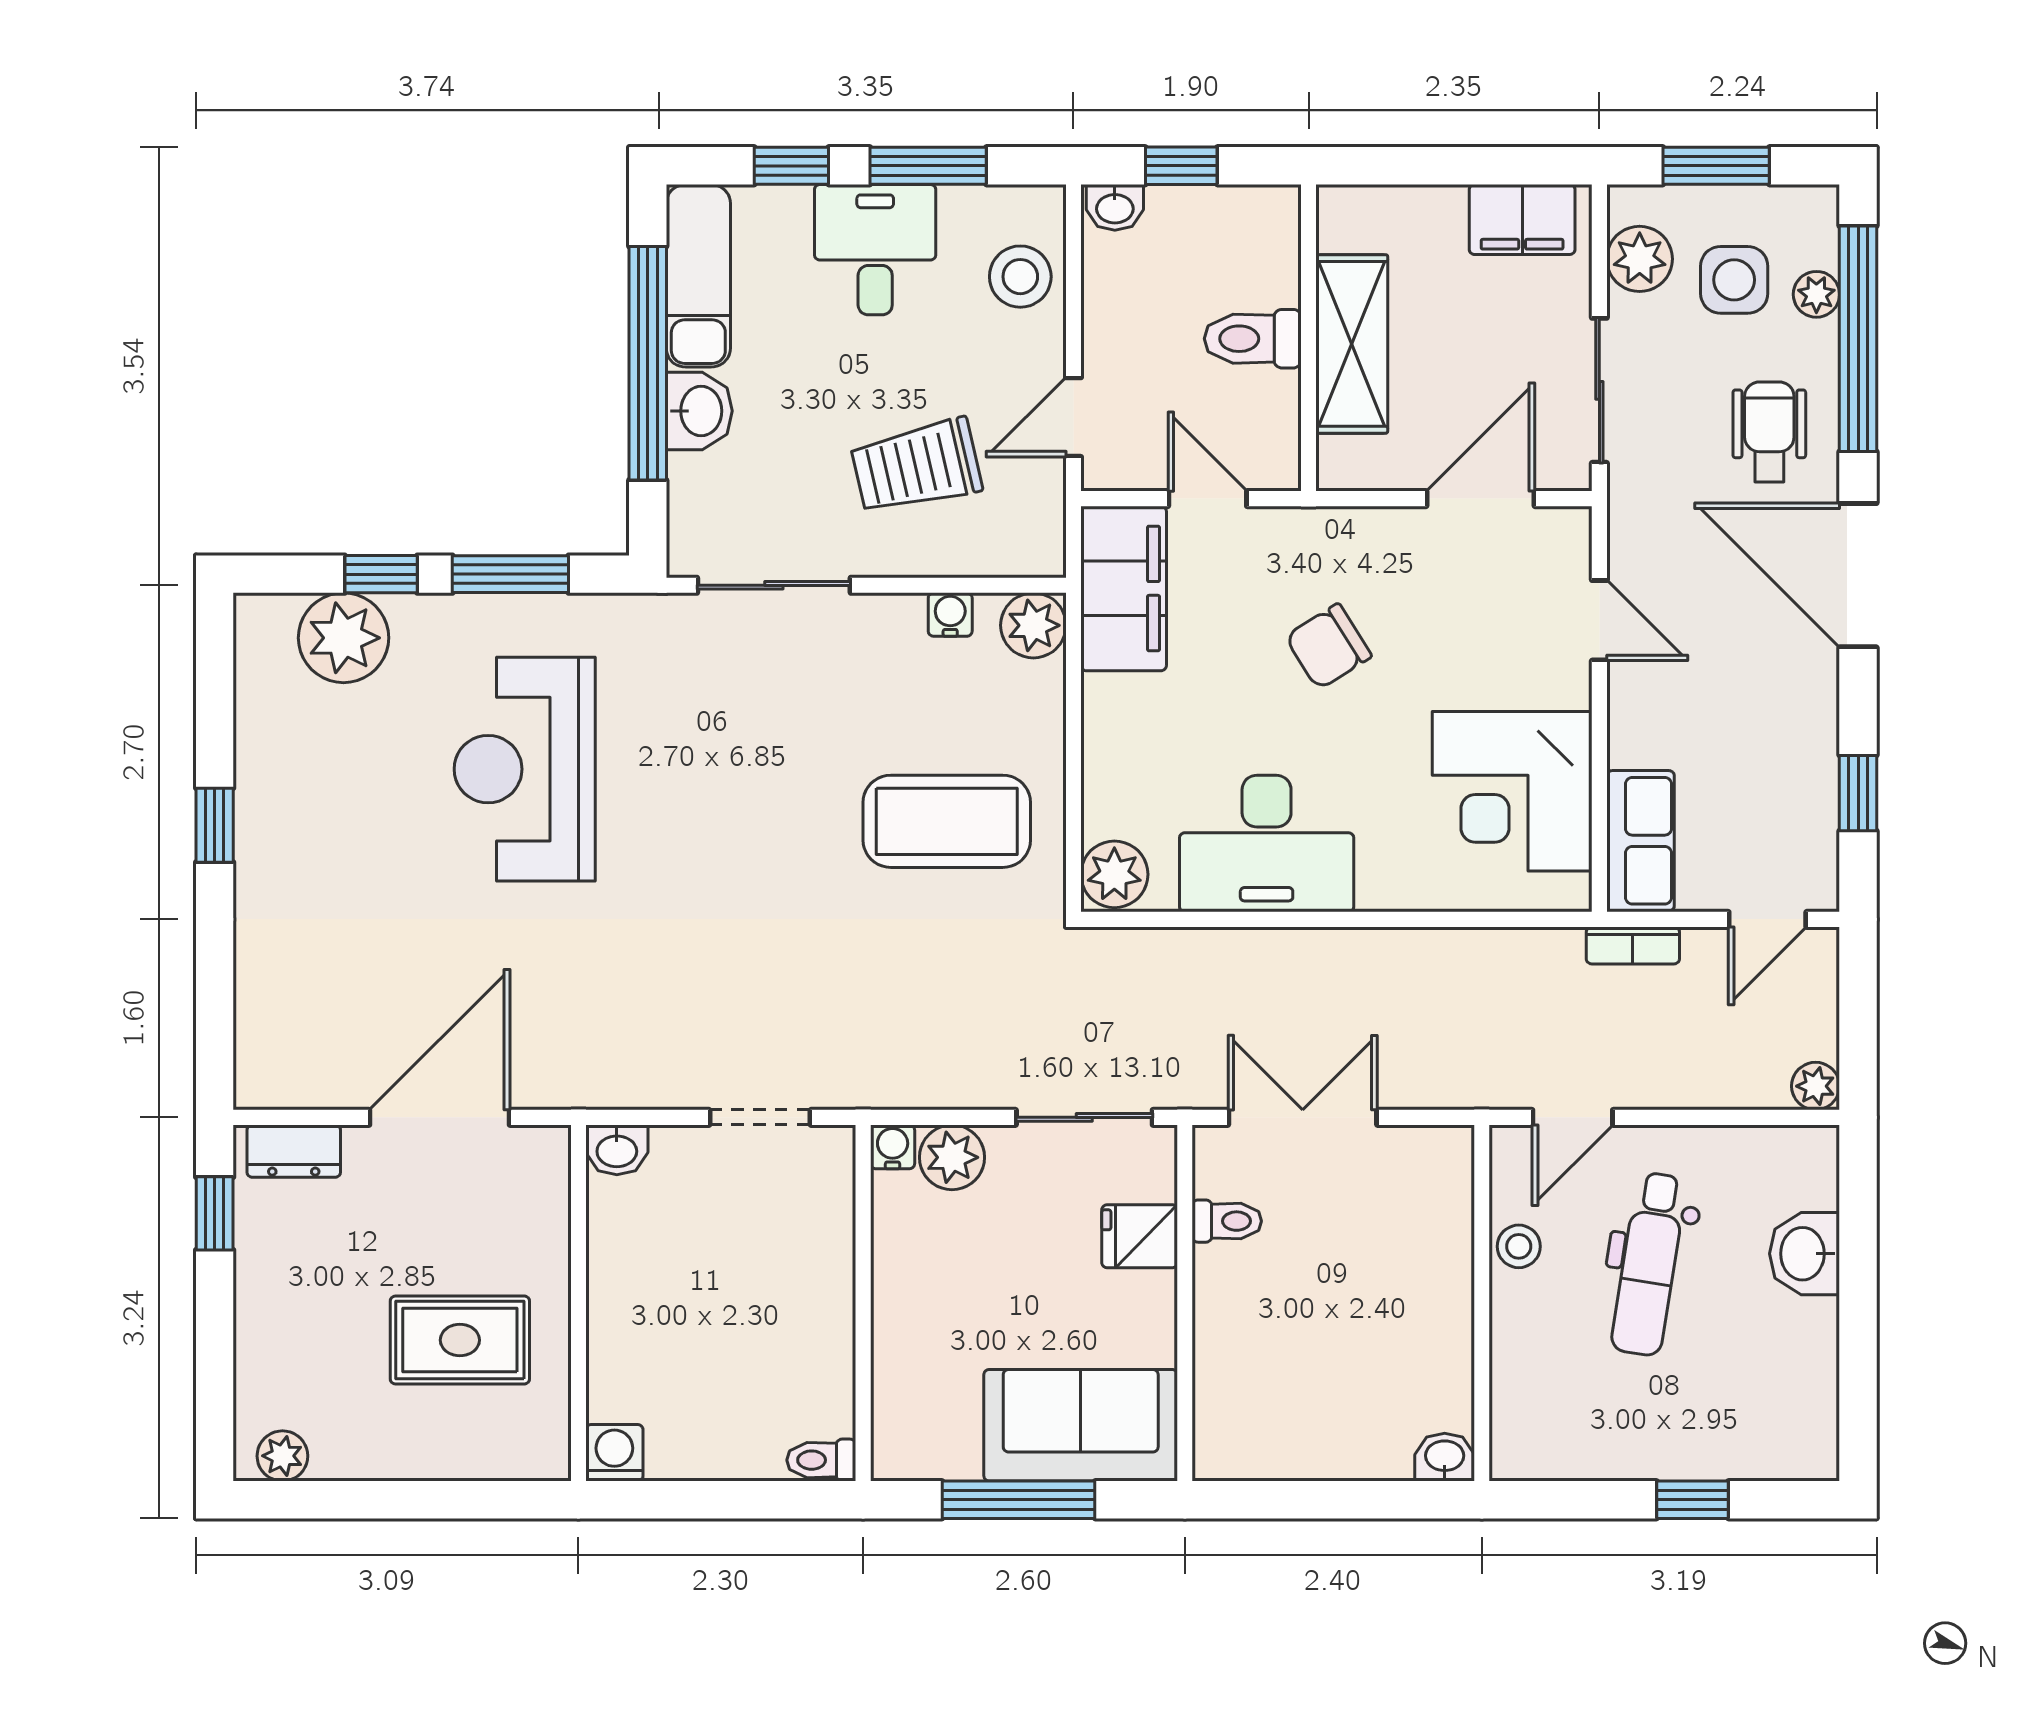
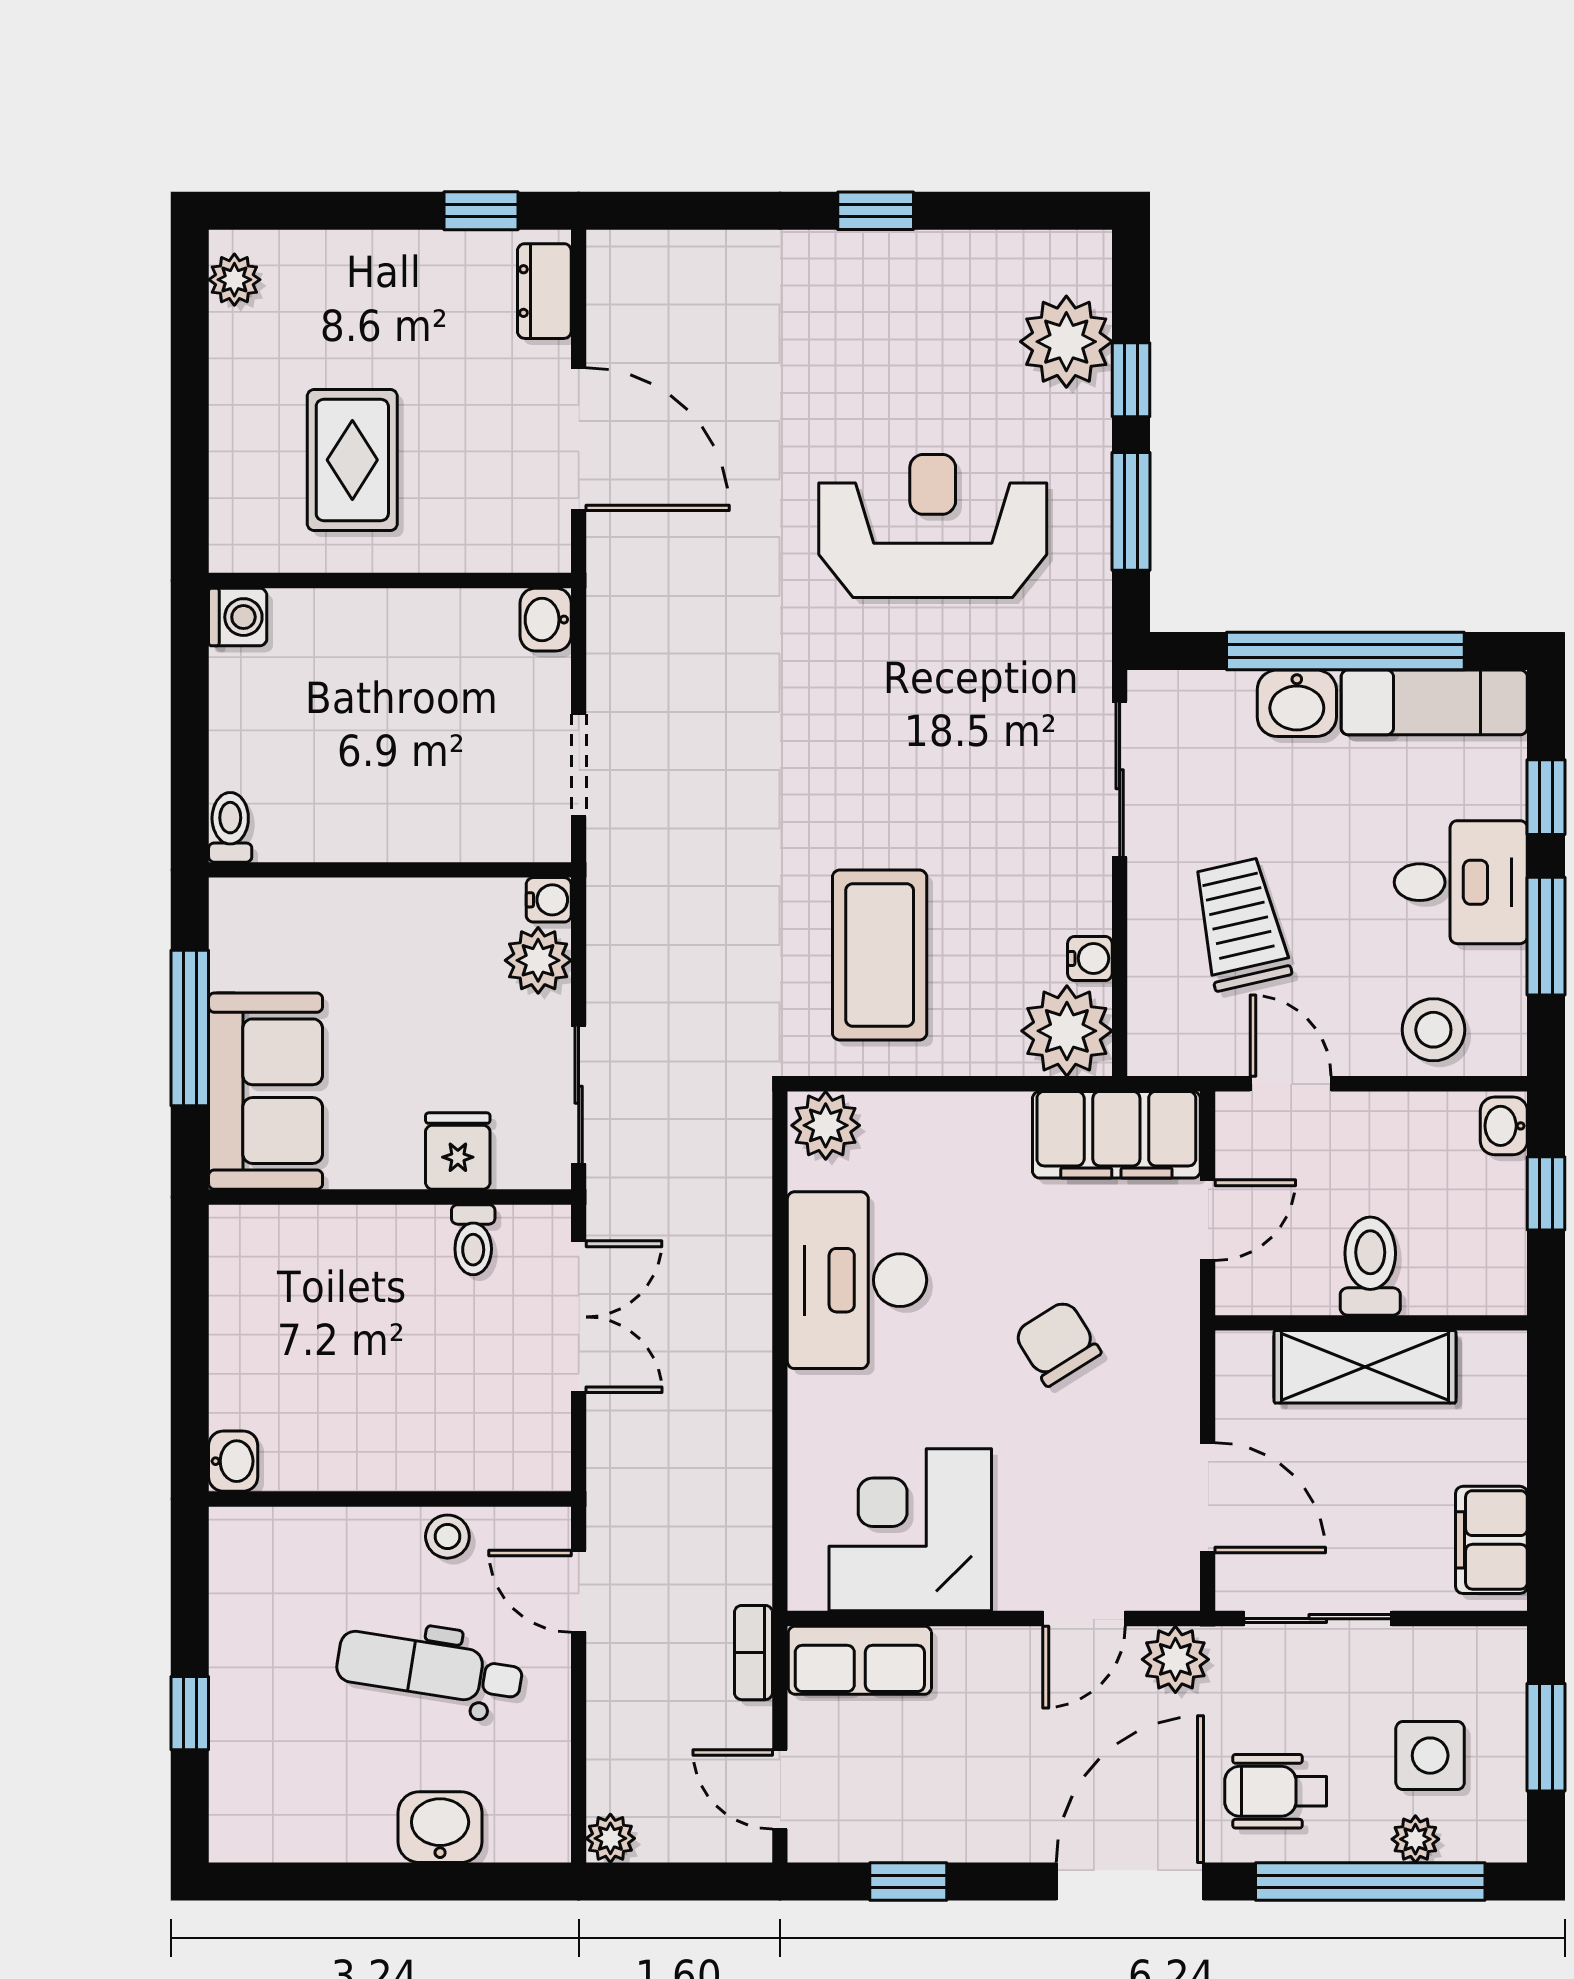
plant: (1640, 259) -> (1175, 1659), moved
wheelchair: (1769, 432) -> (1276, 1791), turned 180
plant: (1033, 625) -> (1067, 1031), width x1.36, depth x1.36

